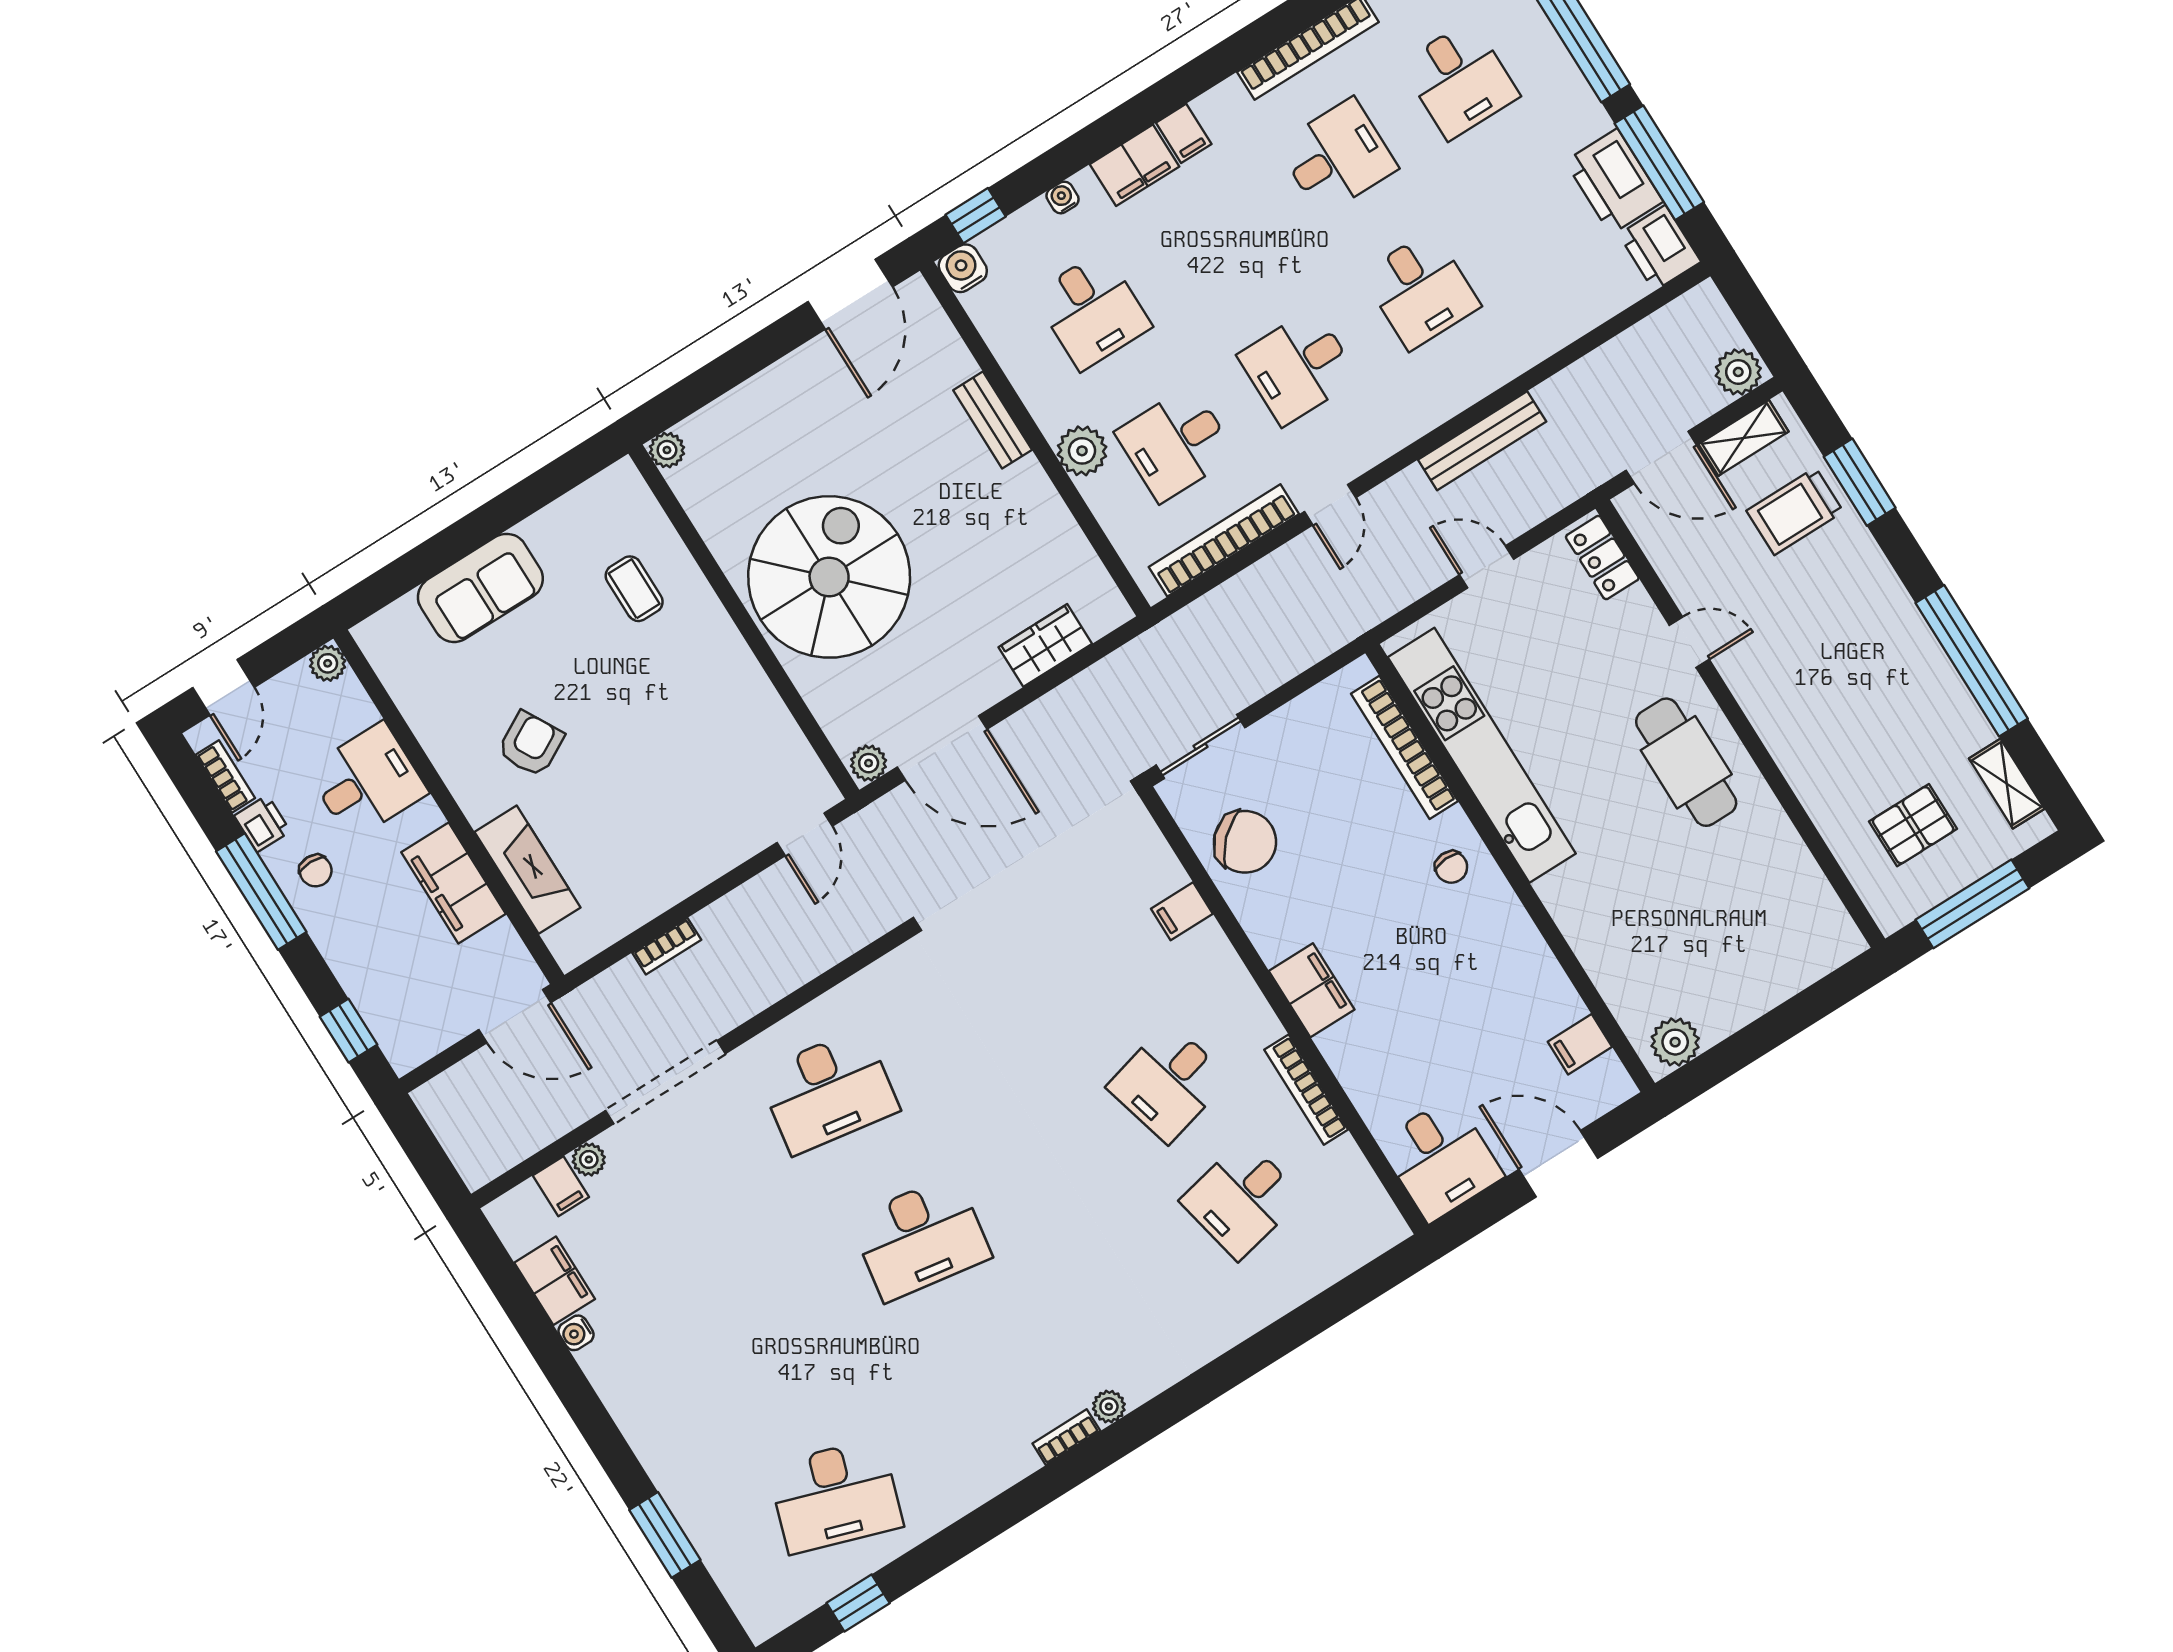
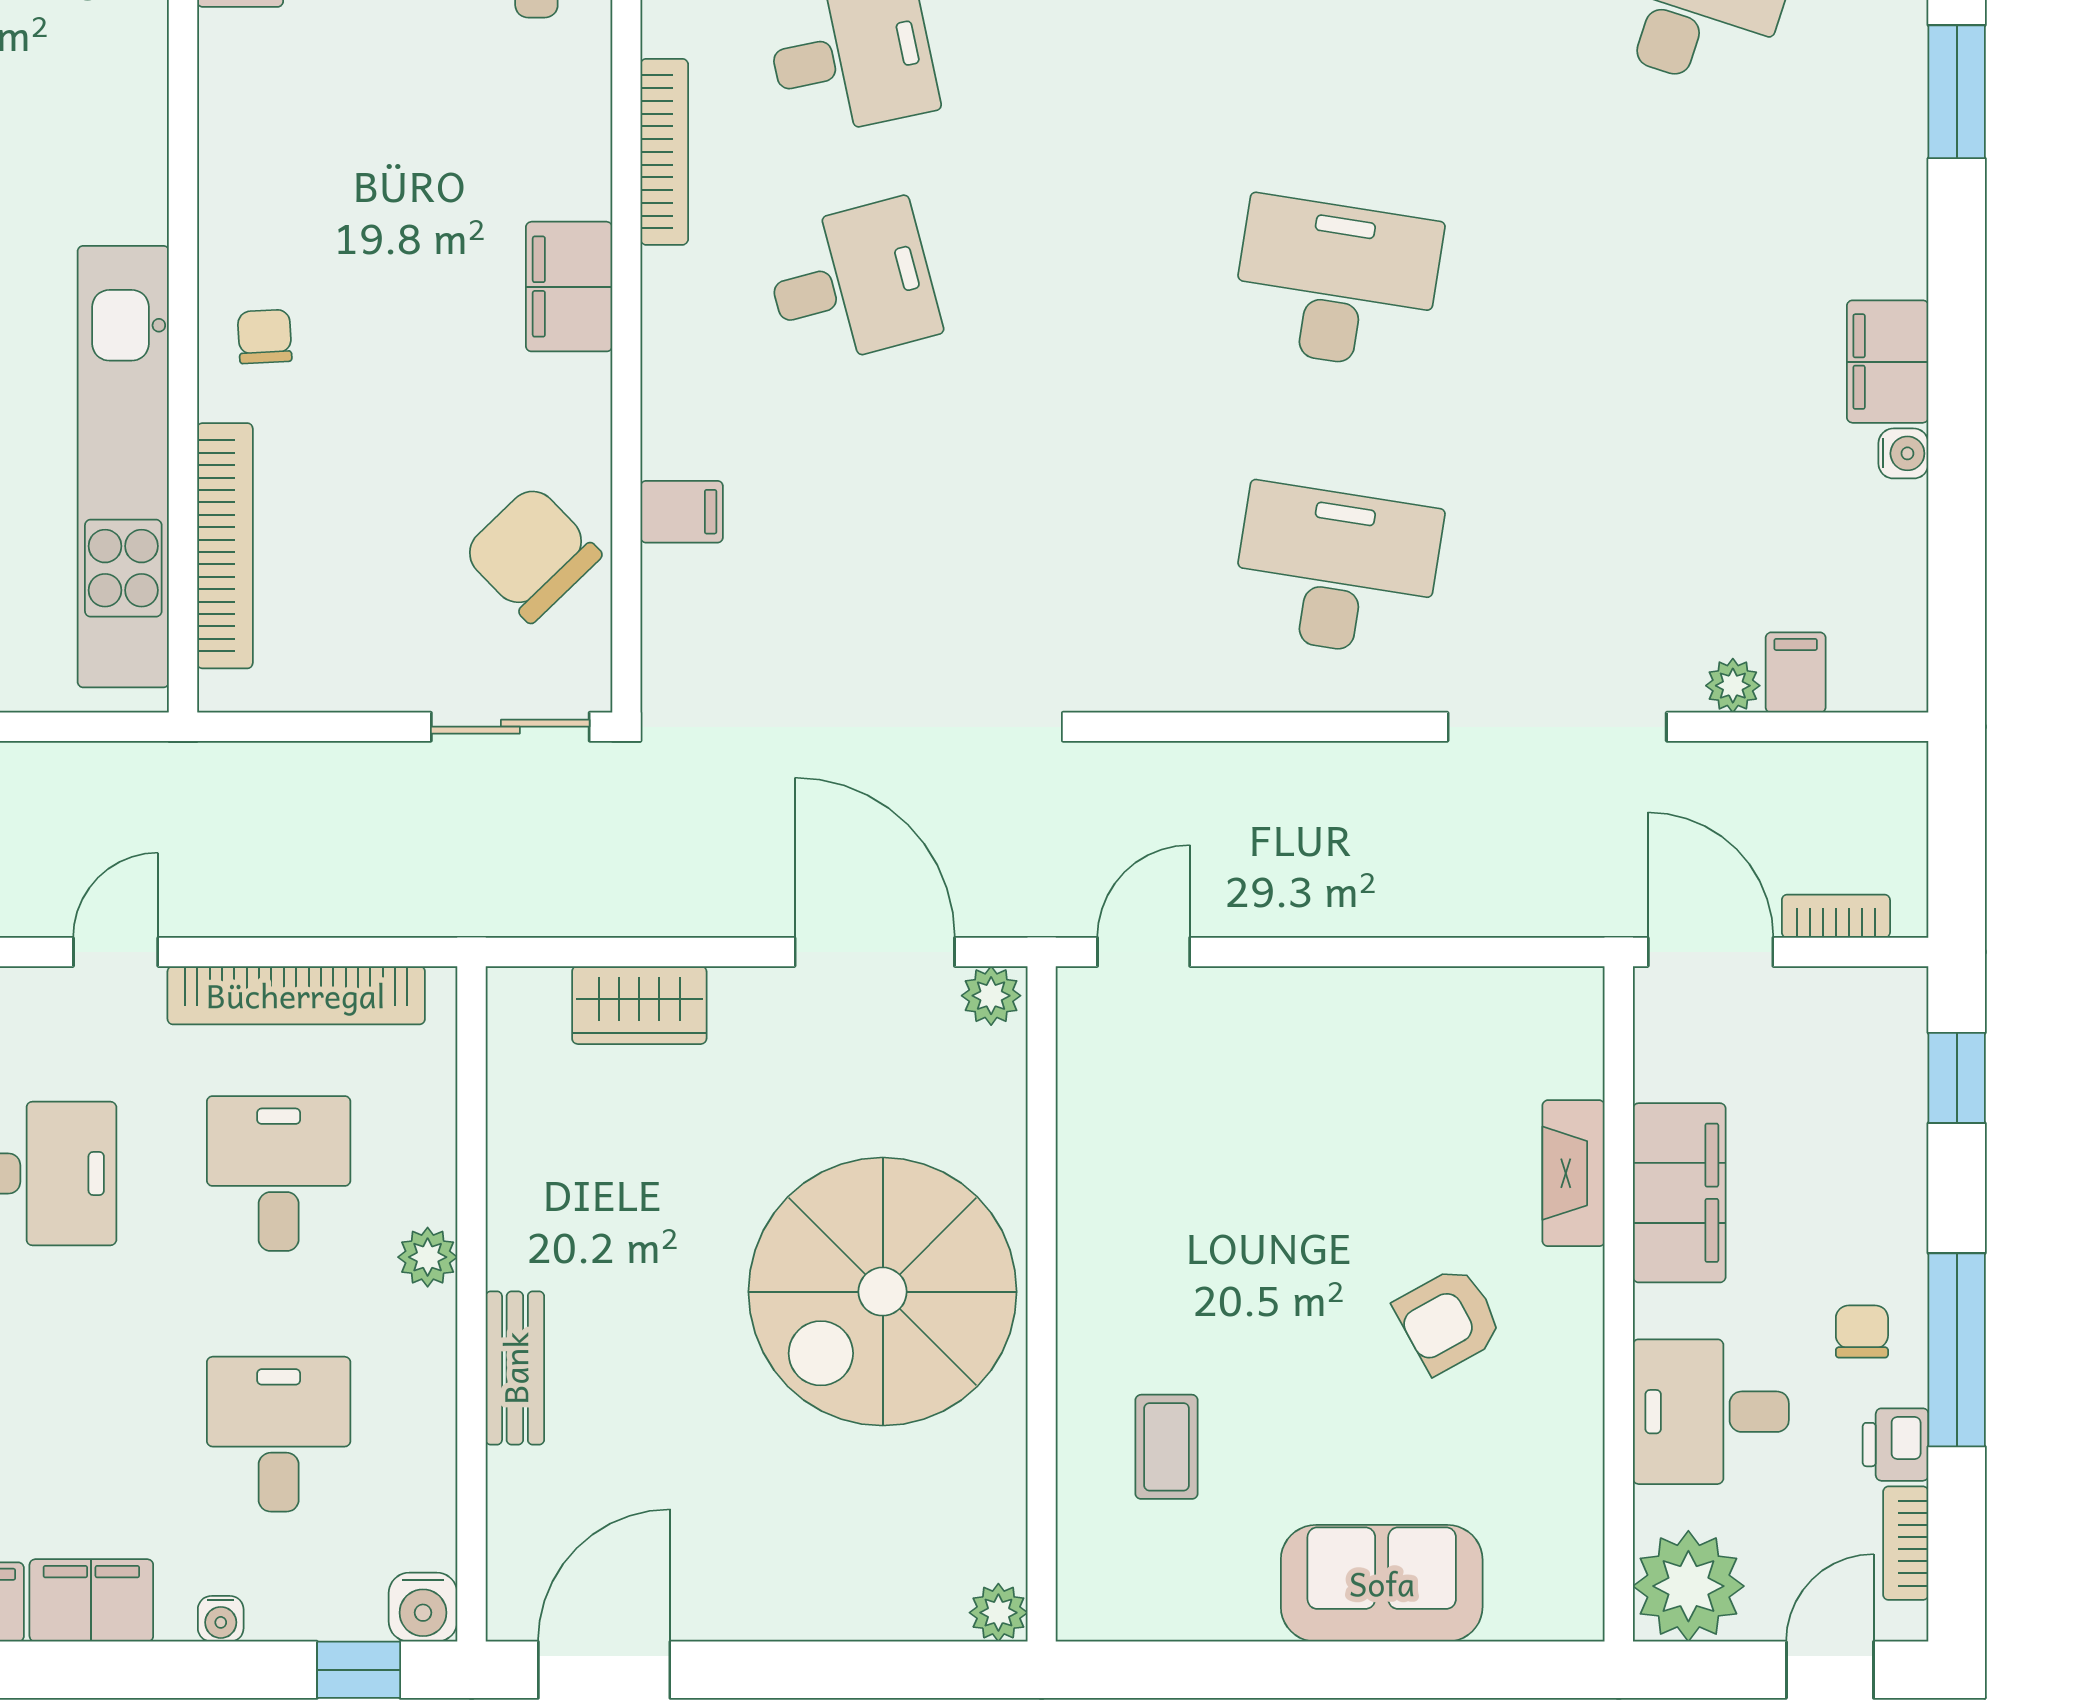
desk: (1176, 444) -> (279, 1174), turned -90
plant: (1082, 451) -> (428, 1257), width x0.73, depth x0.73
plant: (328, 663) -> (1688, 1586), width x1.87, depth x1.87
fireplace: (528, 870) -> (1574, 1173), width x0.73, depth x0.76
bookcase: (667, 946) -> (1836, 916), moved
filing cabinet: (555, 1281) -> (1888, 362), moved

